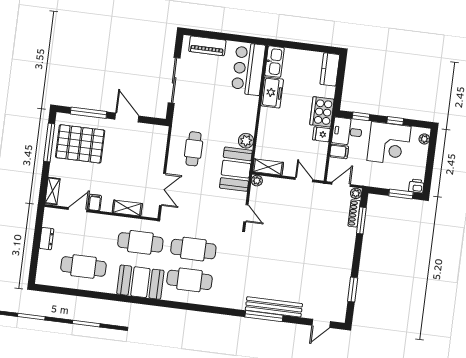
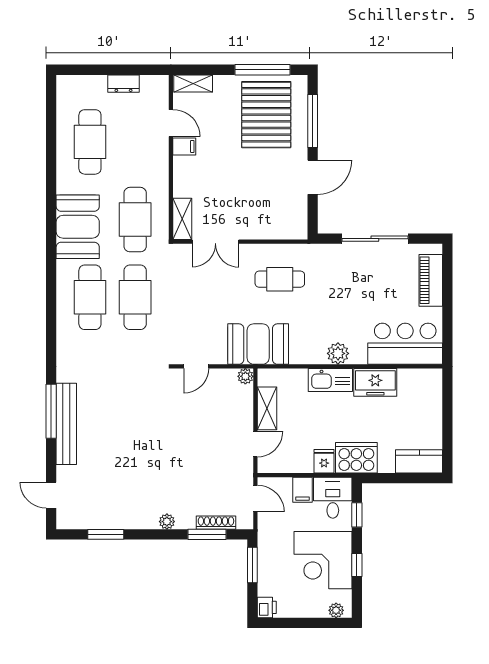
kitchen sink: (274, 62) -> (330, 380), moved
plant: (246, 141) -> (338, 353), moved
shelving: (268, 167) -> (267, 408), moved
plant: (356, 193) -> (167, 522), moved
window: (401, 194) -> (252, 565), moved
shelving: (127, 208) -> (182, 219), moved

